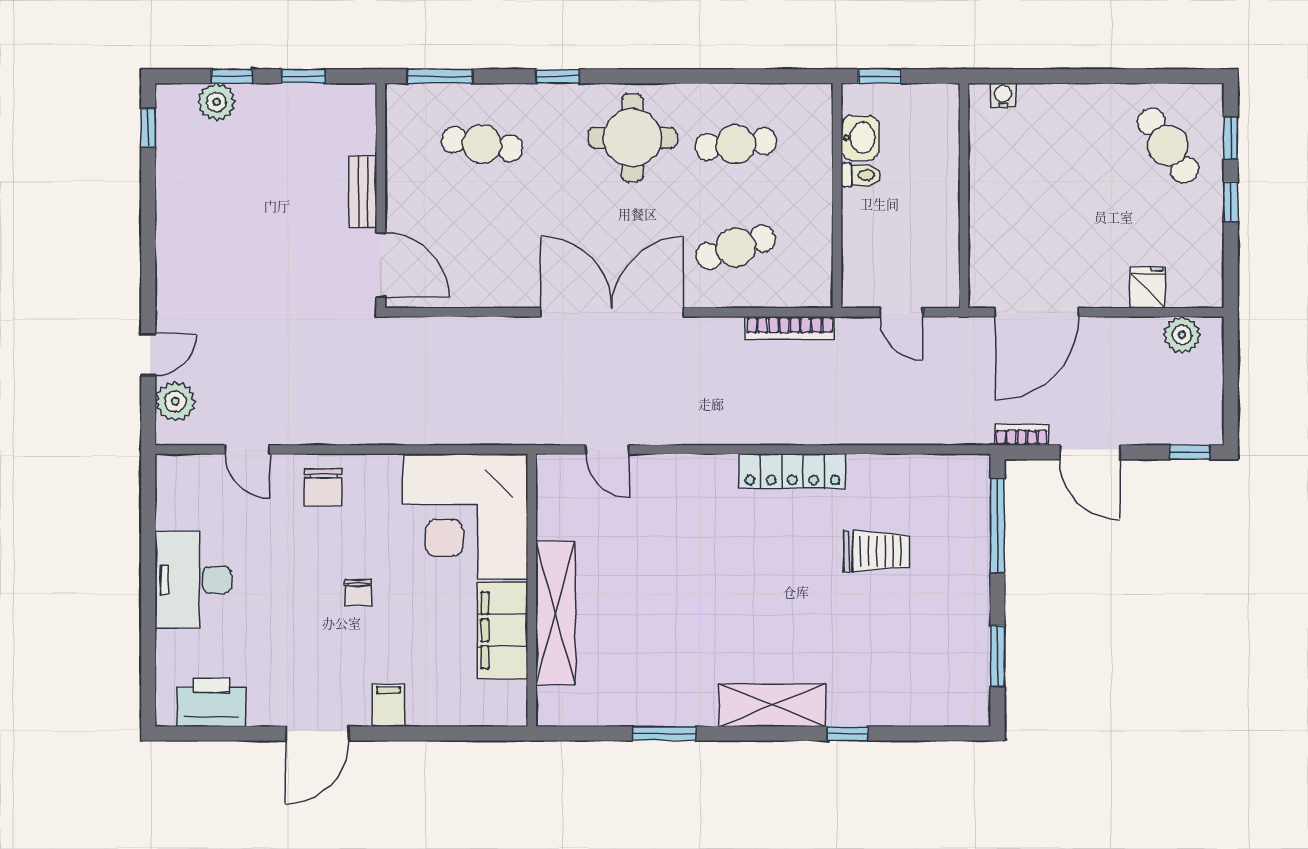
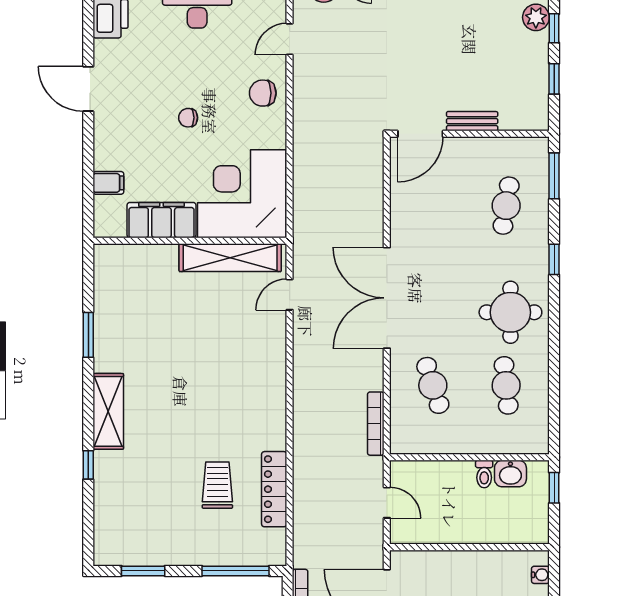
double door: (612, 312) -> (387, 298), swing flipped
door: (901, 312) -> (387, 503), swing flipped
locker: (792, 471) -> (274, 489), moved
trolley: (876, 551) -> (217, 485), turned 180
shelving: (555, 613) -> (230, 258), moved
filing cabinet: (389, 705) -> (108, 183), moved

